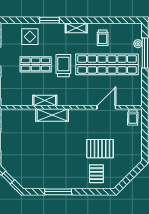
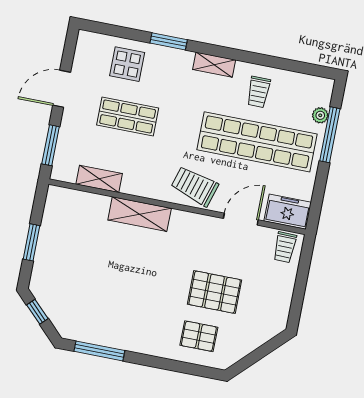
trolley: (63, 66) -> (195, 186), moved, turned -73
freezer: (131, 98) -> (288, 212), added
shelving: (45, 101) -> (99, 179), moved
pallet: (96, 174) -> (199, 336), turned 90
window: (58, 192) -> (99, 351), moved

